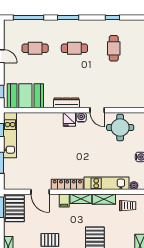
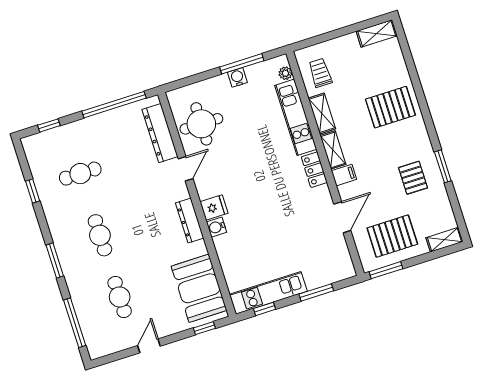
dresser: (122, 102) -> (160, 133), added
water cooler: (81, 117) -> (216, 227), moved
locker: (67, 184) -> (314, 170), width x0.66
pallet: (15, 209) -> (392, 236), moved

